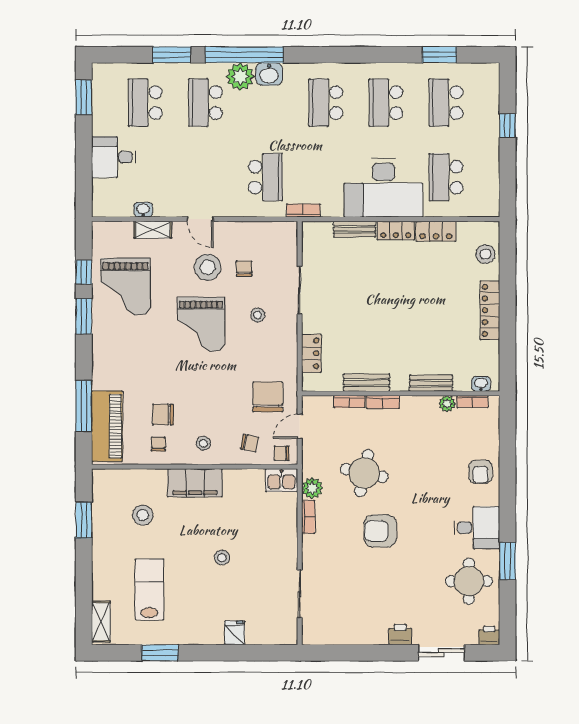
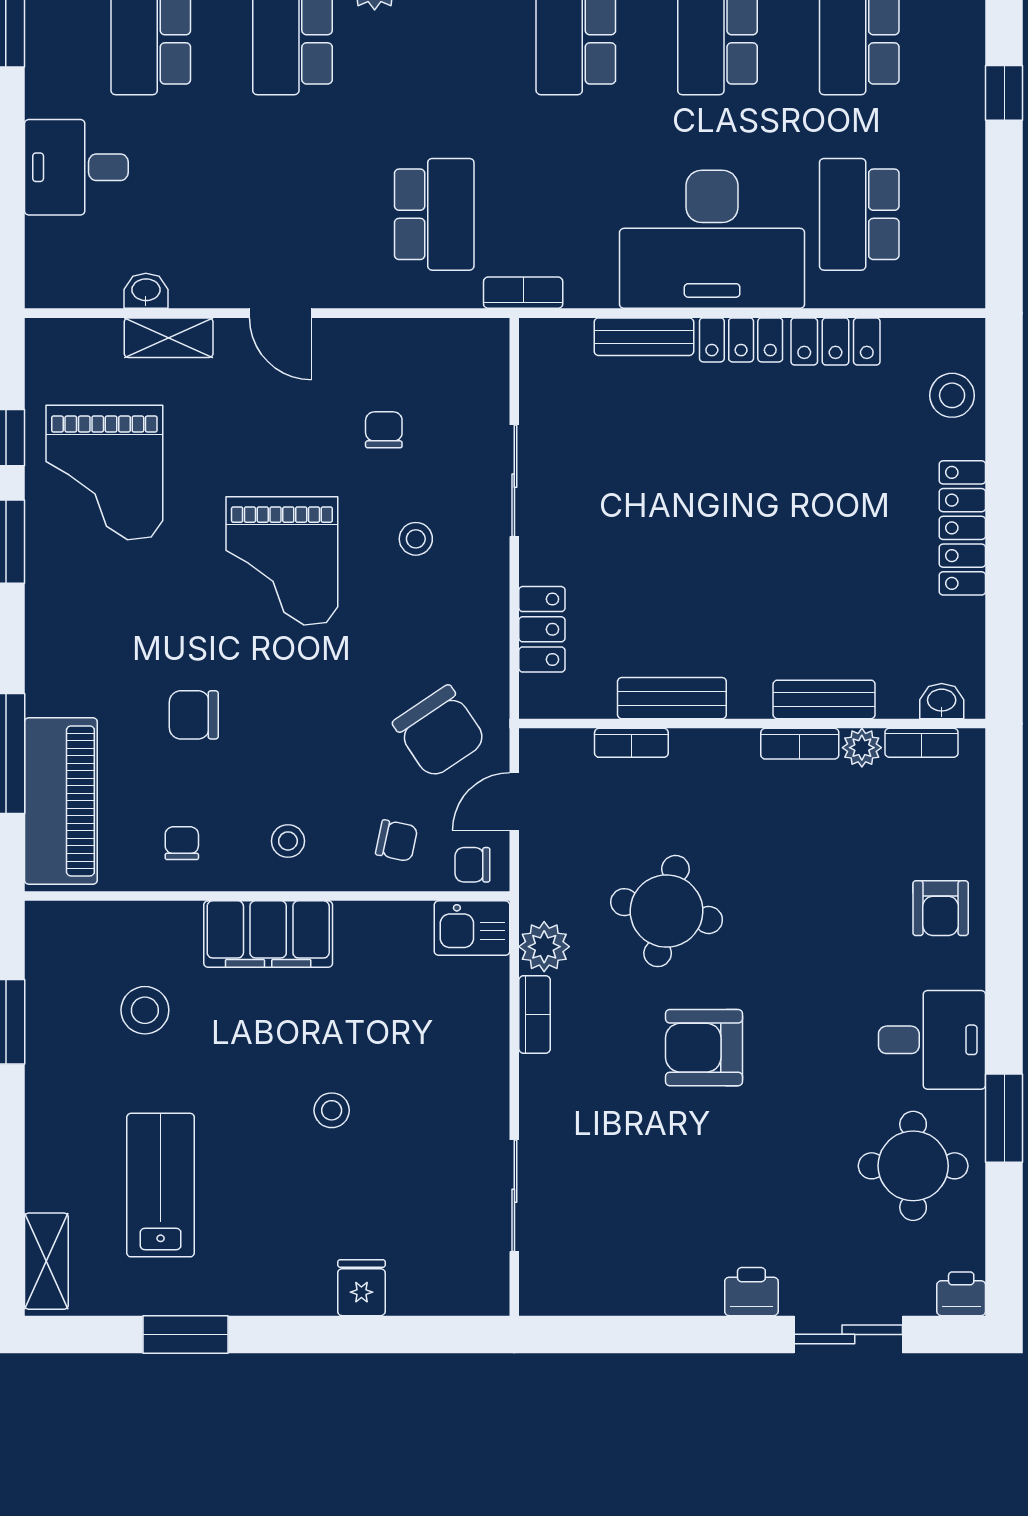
stool: (208, 267) -> (298, 426), removed
chair: (268, 397) -> (440, 732), turned 146
bookcase: (383, 402) -> (800, 744), moved
chair: (163, 414) -> (194, 715), moved

